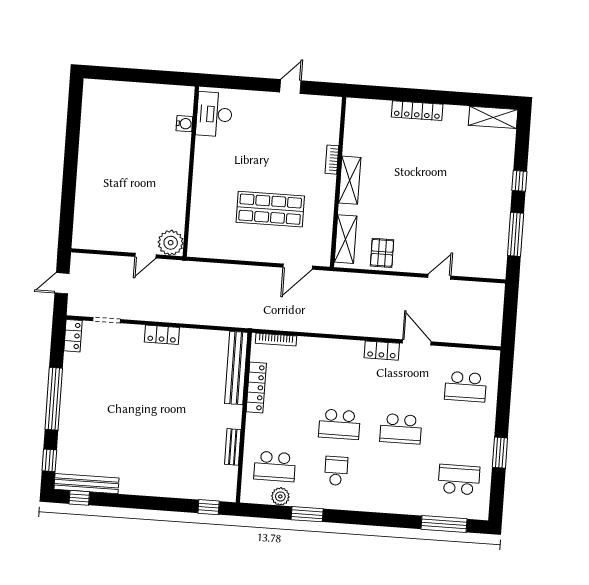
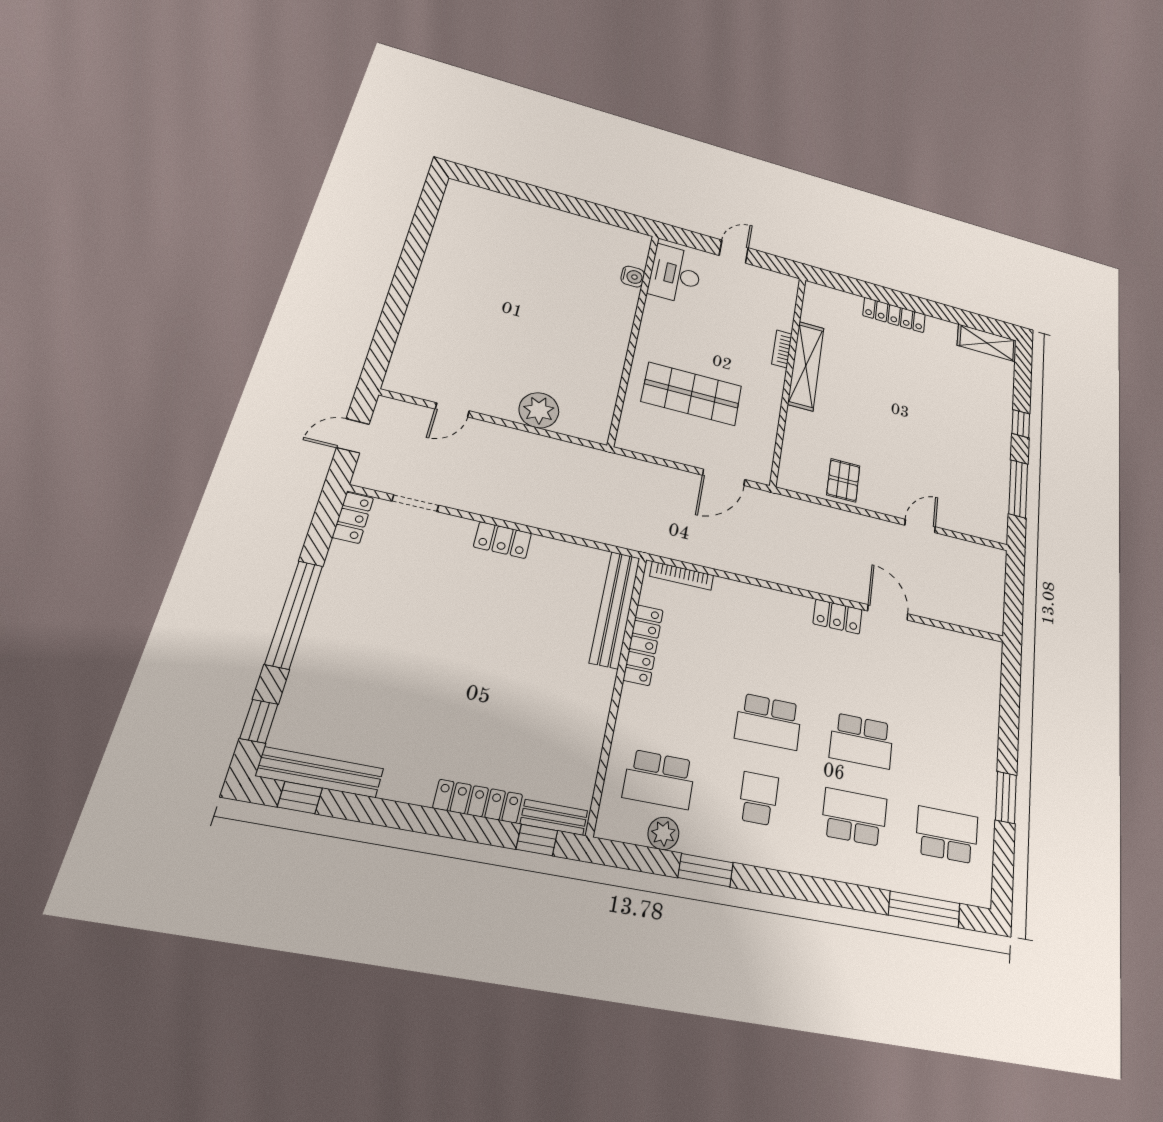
desk: (214, 114) -> (675, 274), moved
water cooler: (184, 124) -> (633, 277), moved
wall: (191, 171) -> (634, 337), moved
shelving: (350, 180) -> (806, 366), width x1.47
shelving: (346, 239) -> (794, 453), removed
door: (146, 256) -> (452, 410), moved
school desk: (466, 387) -> (854, 817), moved, turned 180
bench: (233, 447) -> (554, 817), moved, turned 90
locker: (173, 490) -> (478, 801), added

